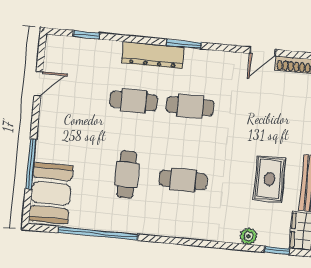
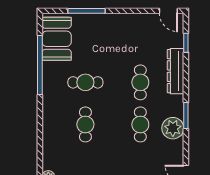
dresser: (153, 55) -> (176, 71), moved
plant: (199, 63) -> (173, 128), added
door: (38, 84) -> (168, 11), moved
booth: (51, 193) -> (57, 39), moved, turned 90

